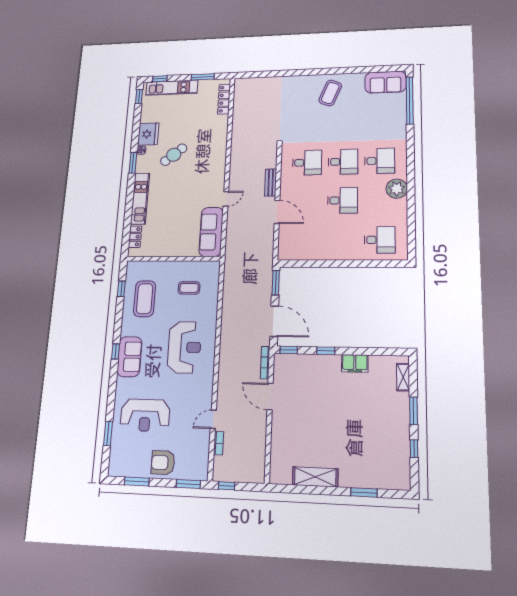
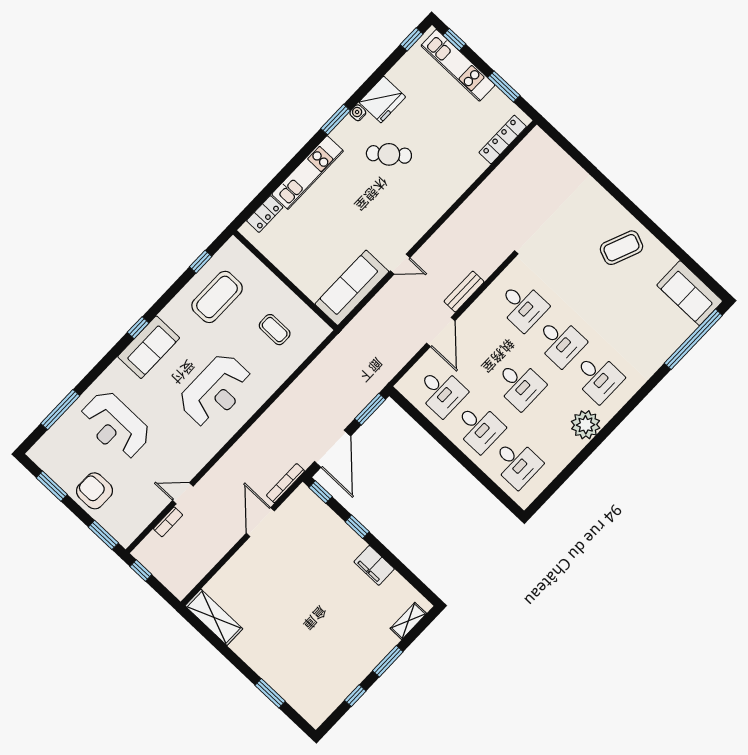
desk: (305, 240) -> (441, 392), added
desk: (342, 240) -> (479, 427), added
window: (108, 433) -> (60, 410), width x1.44
shelving: (315, 477) -> (214, 617), moved

